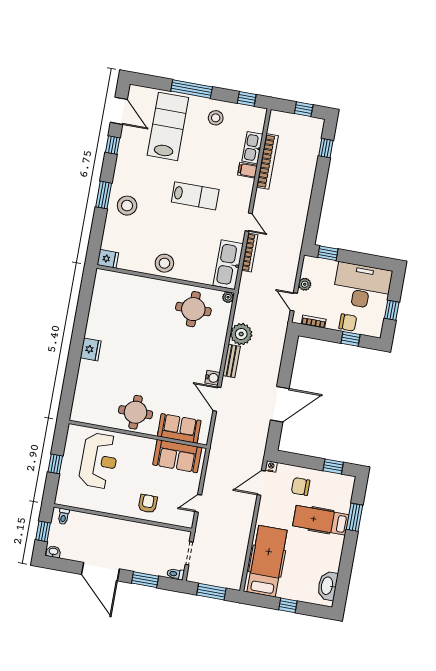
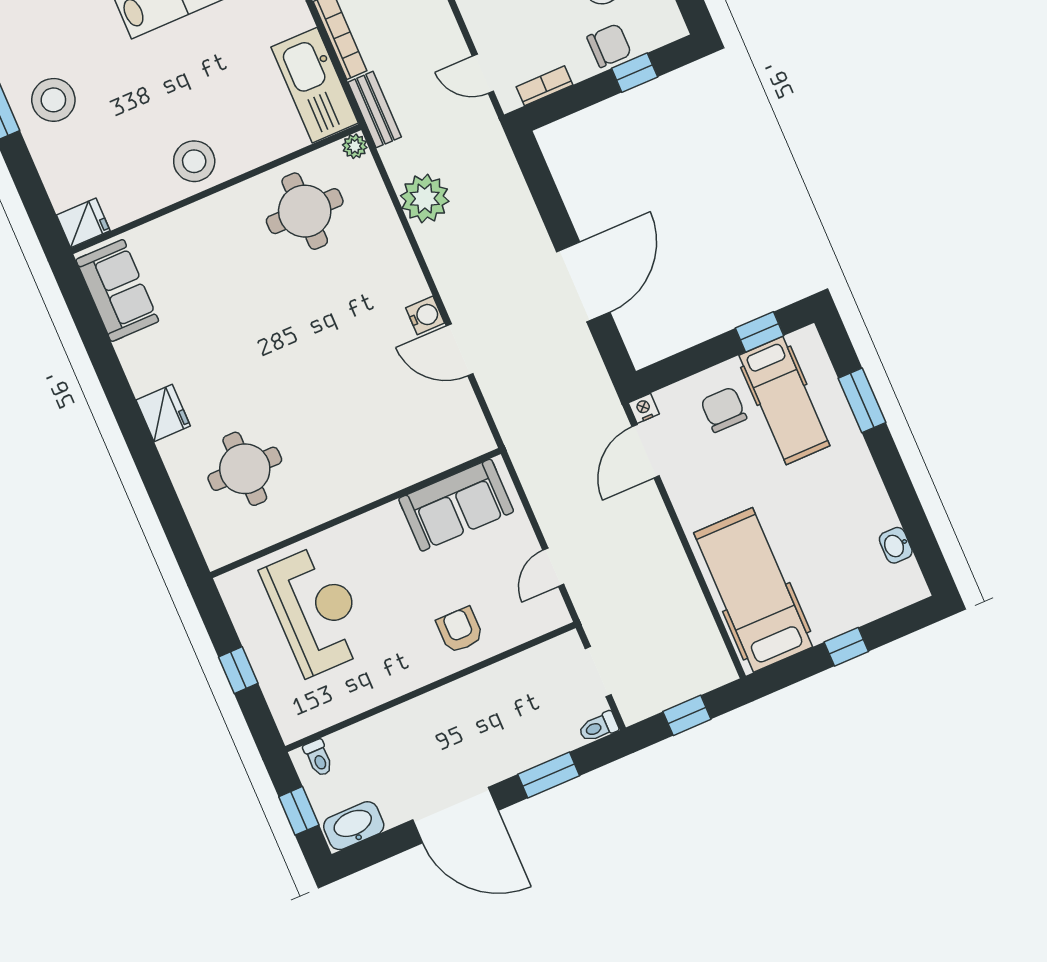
plant: (305, 284) -> (482, 27), removed
bench: (231, 361) -> (375, 110), moved
round table: (136, 412) -> (245, 469), moved
sofa: (179, 428) -> (117, 290), moved, turned 90
chair: (301, 487) -> (724, 410), turned 90
hospital bed: (321, 520) -> (784, 400), moved, turned -90
washbasin: (53, 552) -> (354, 826), width x1.91, depth x1.45
washbasin: (327, 586) -> (896, 545), width x0.52, depth x0.69
window: (211, 592) -> (687, 715), width x0.67

